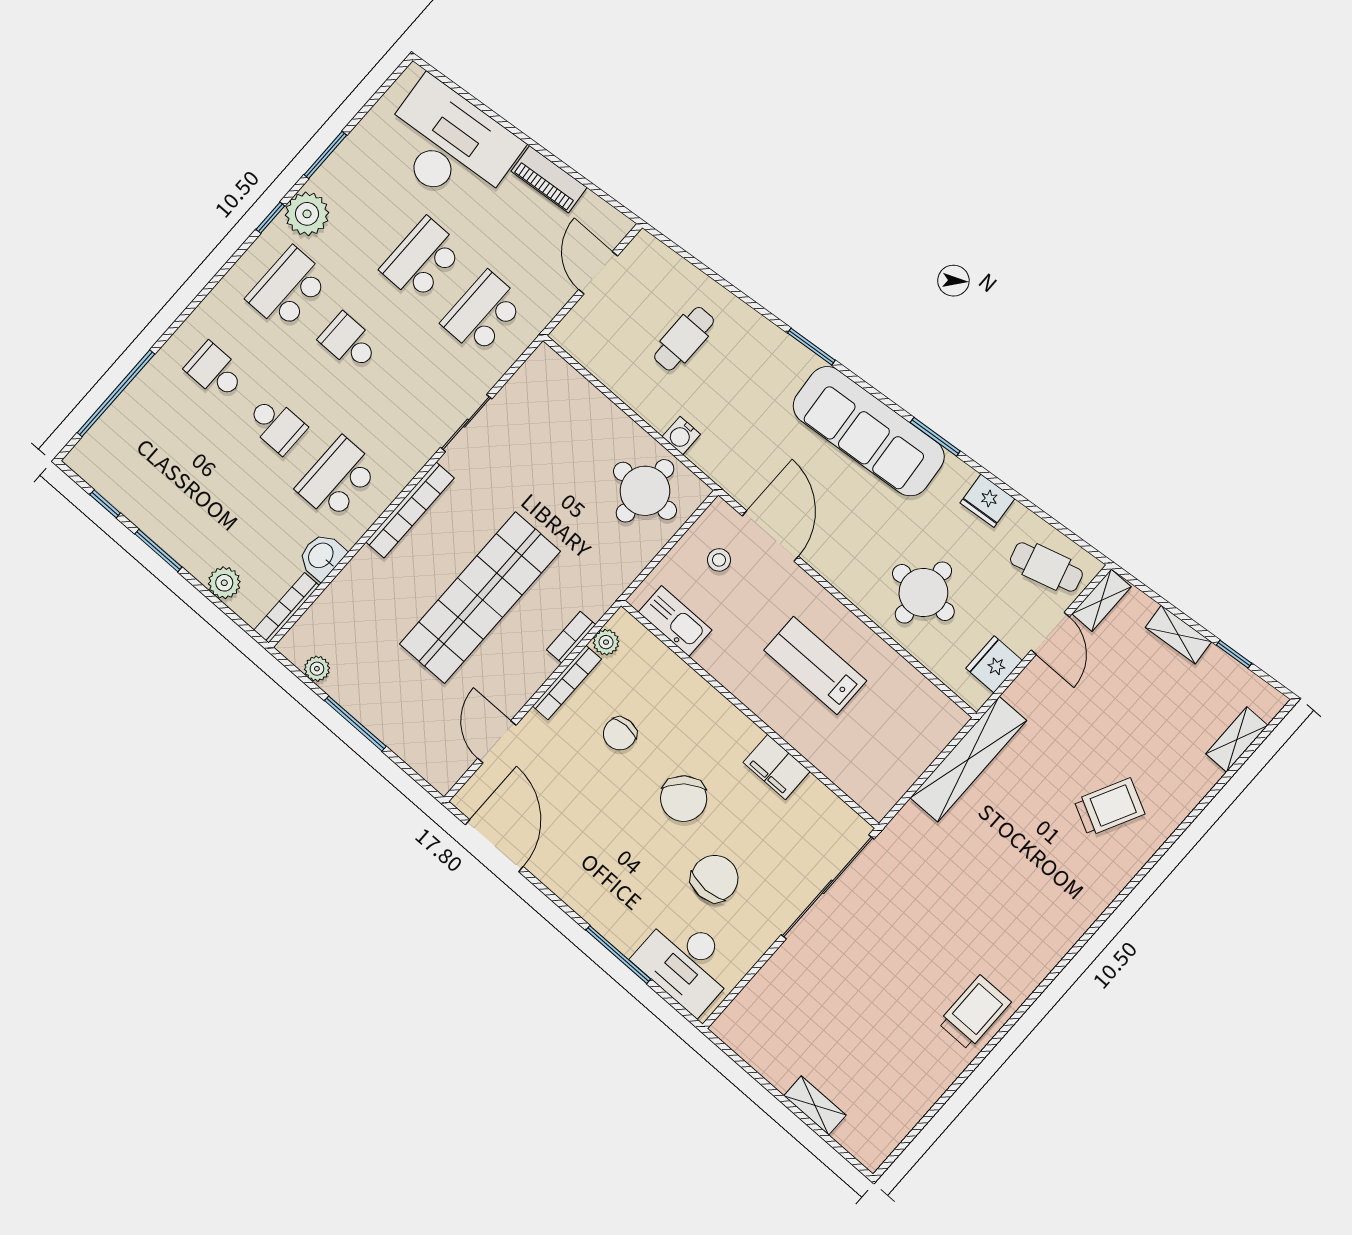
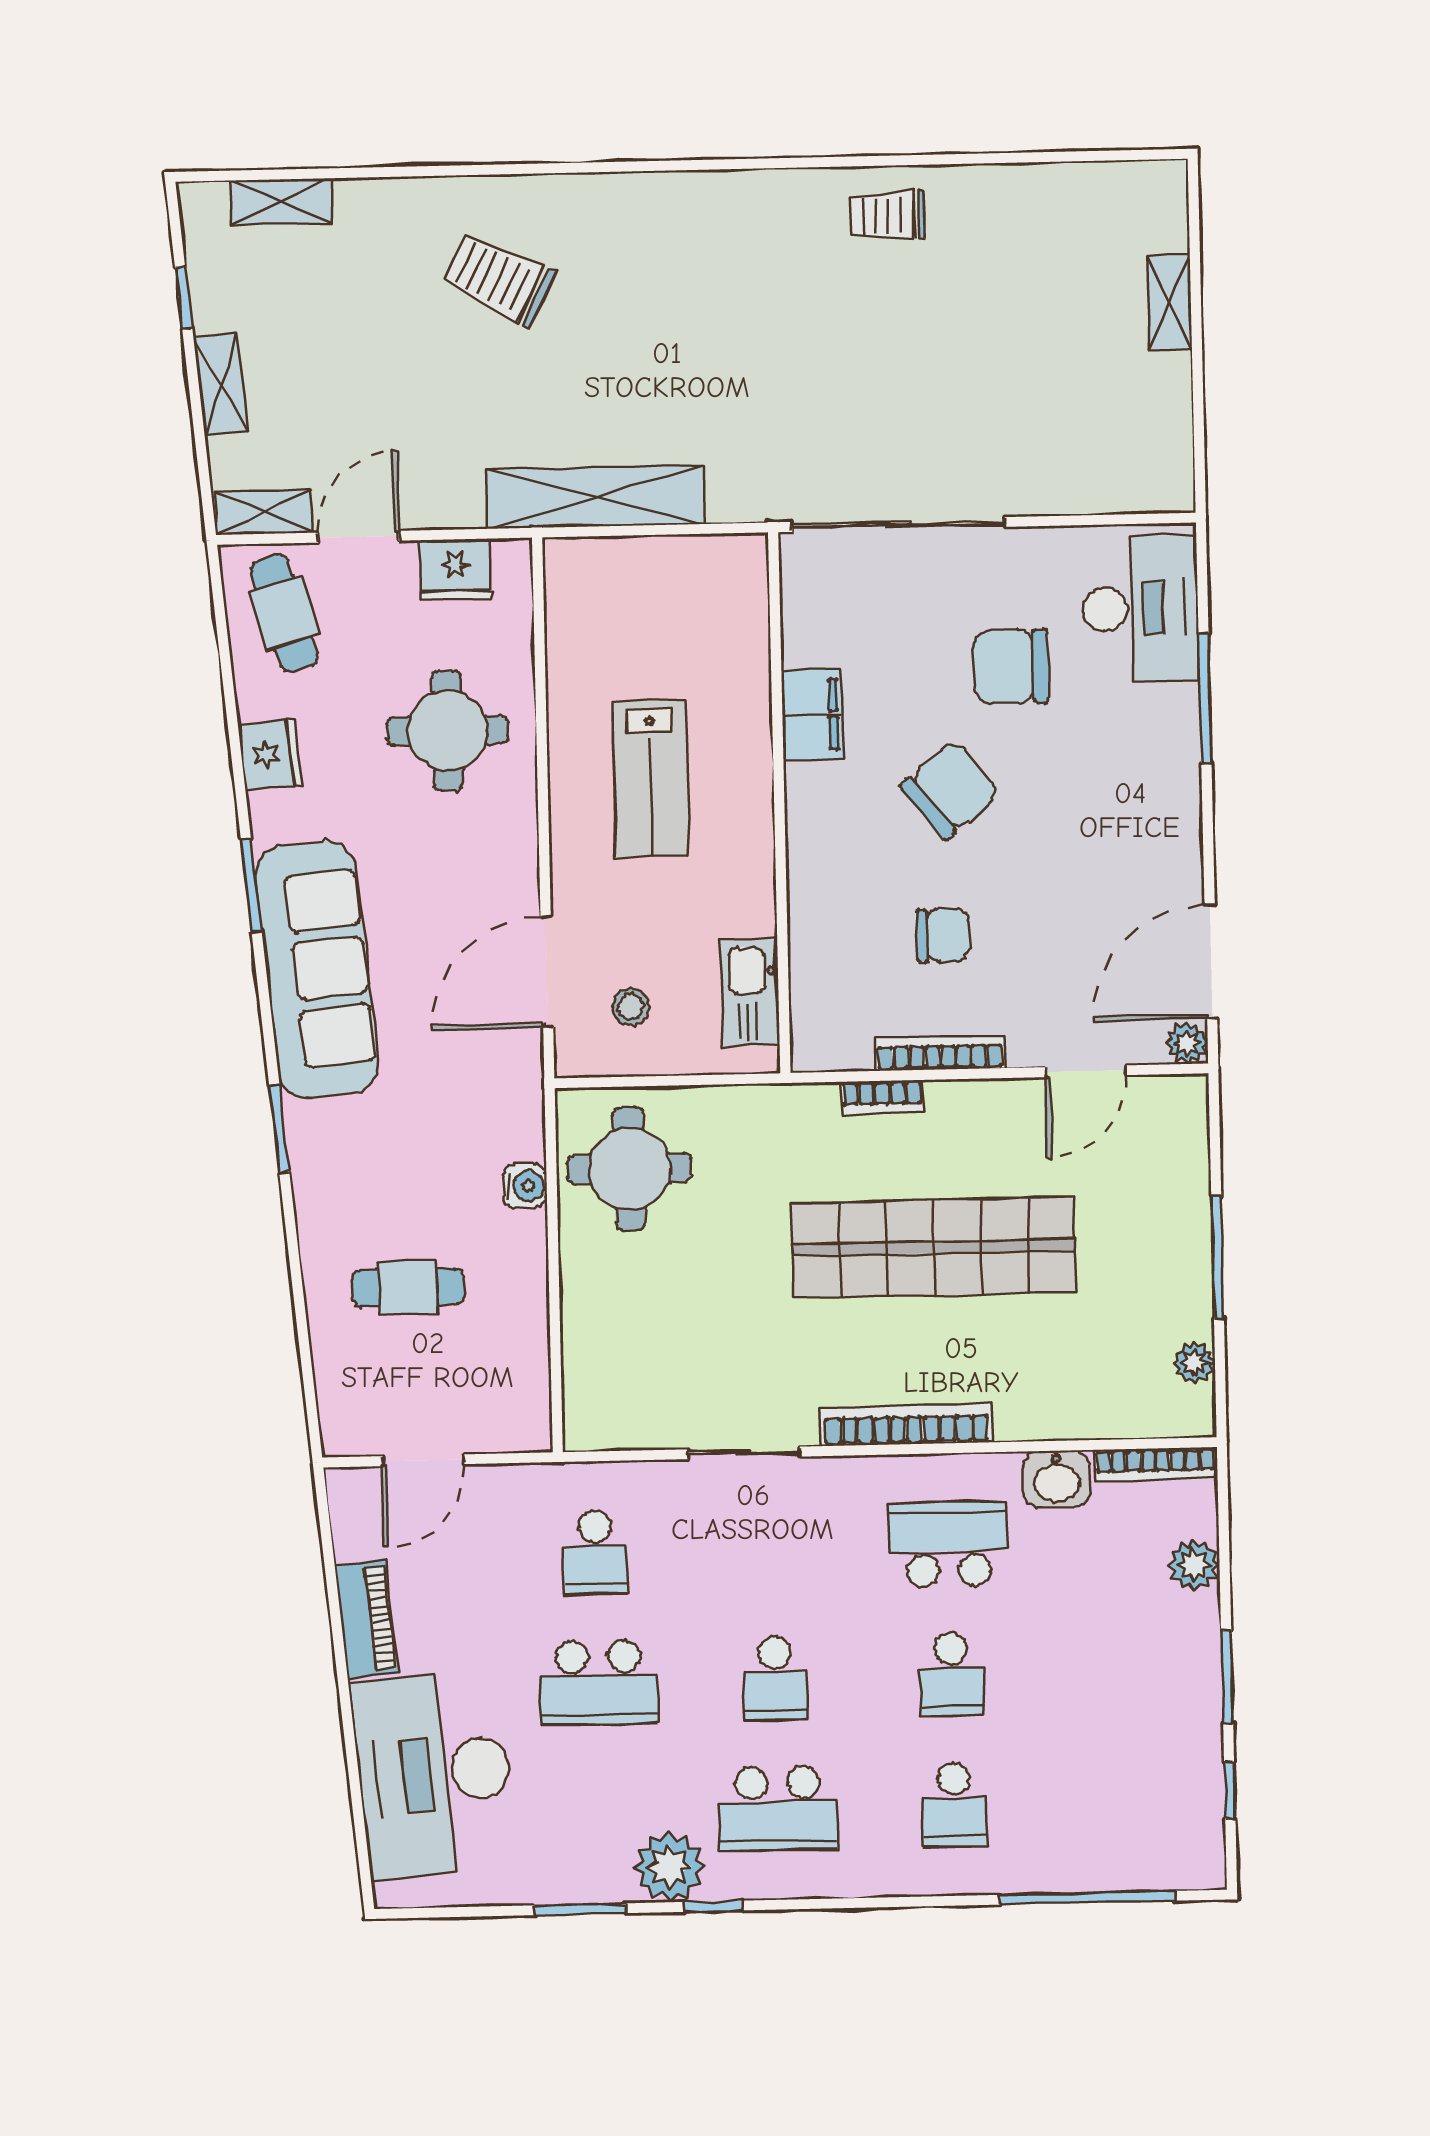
school desk: (483, 313) -> (596, 1552), width x0.54
school desk: (276, 425) -> (951, 1675), turned 180
school desk: (337, 479) -> (948, 1544), turned 180
plant: (606, 642) -> (1187, 1043), moved
trolley: (975, 1012) -> (887, 215), width x0.73, depth x0.72

